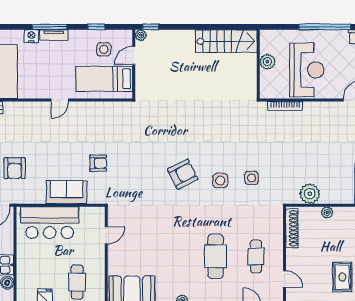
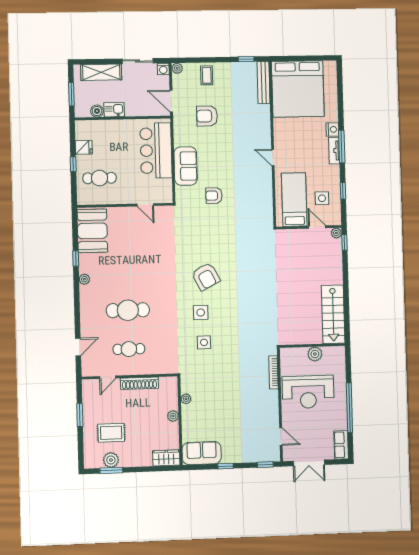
armchair: (98, 163) -> (214, 196), turned 90
plant: (310, 194) -> (186, 399), width x0.53, depth x0.53
shoe rack: (292, 228) -> (139, 383), moved

